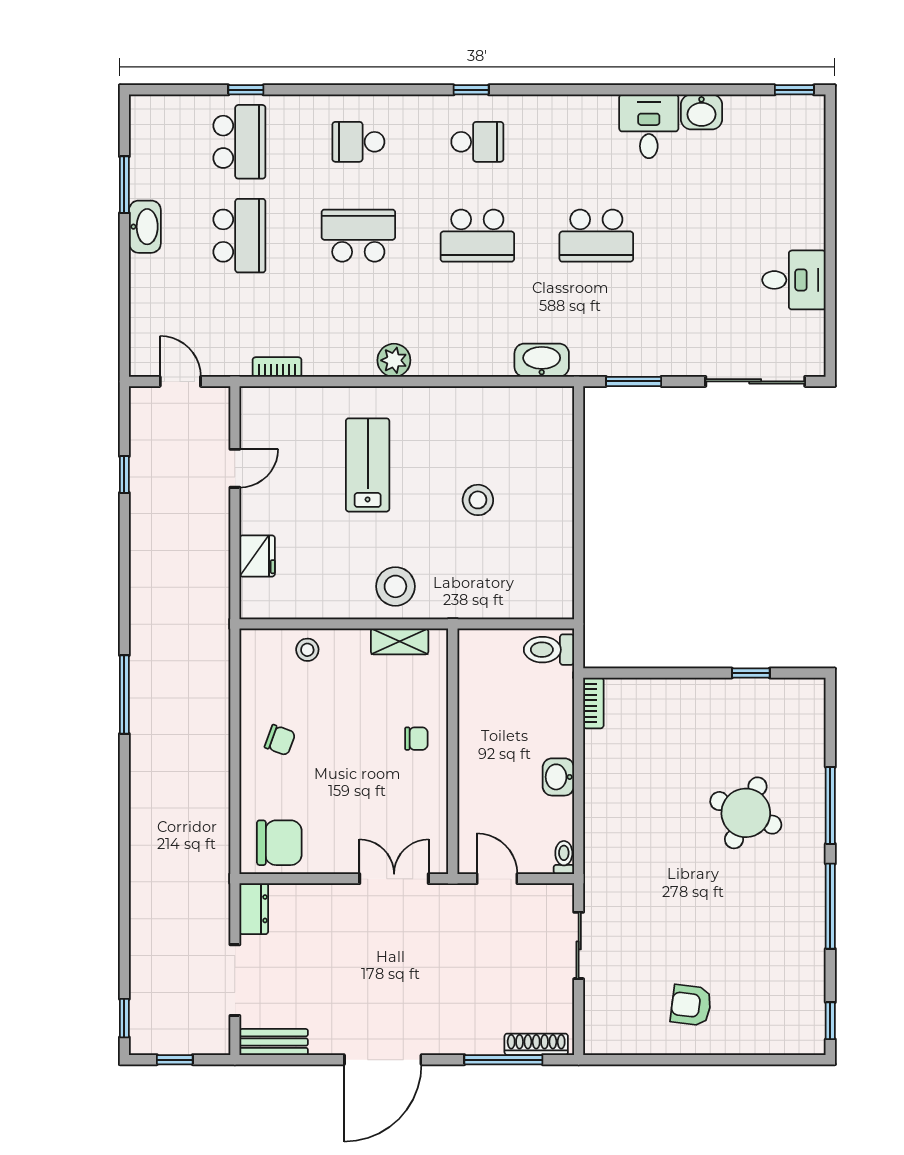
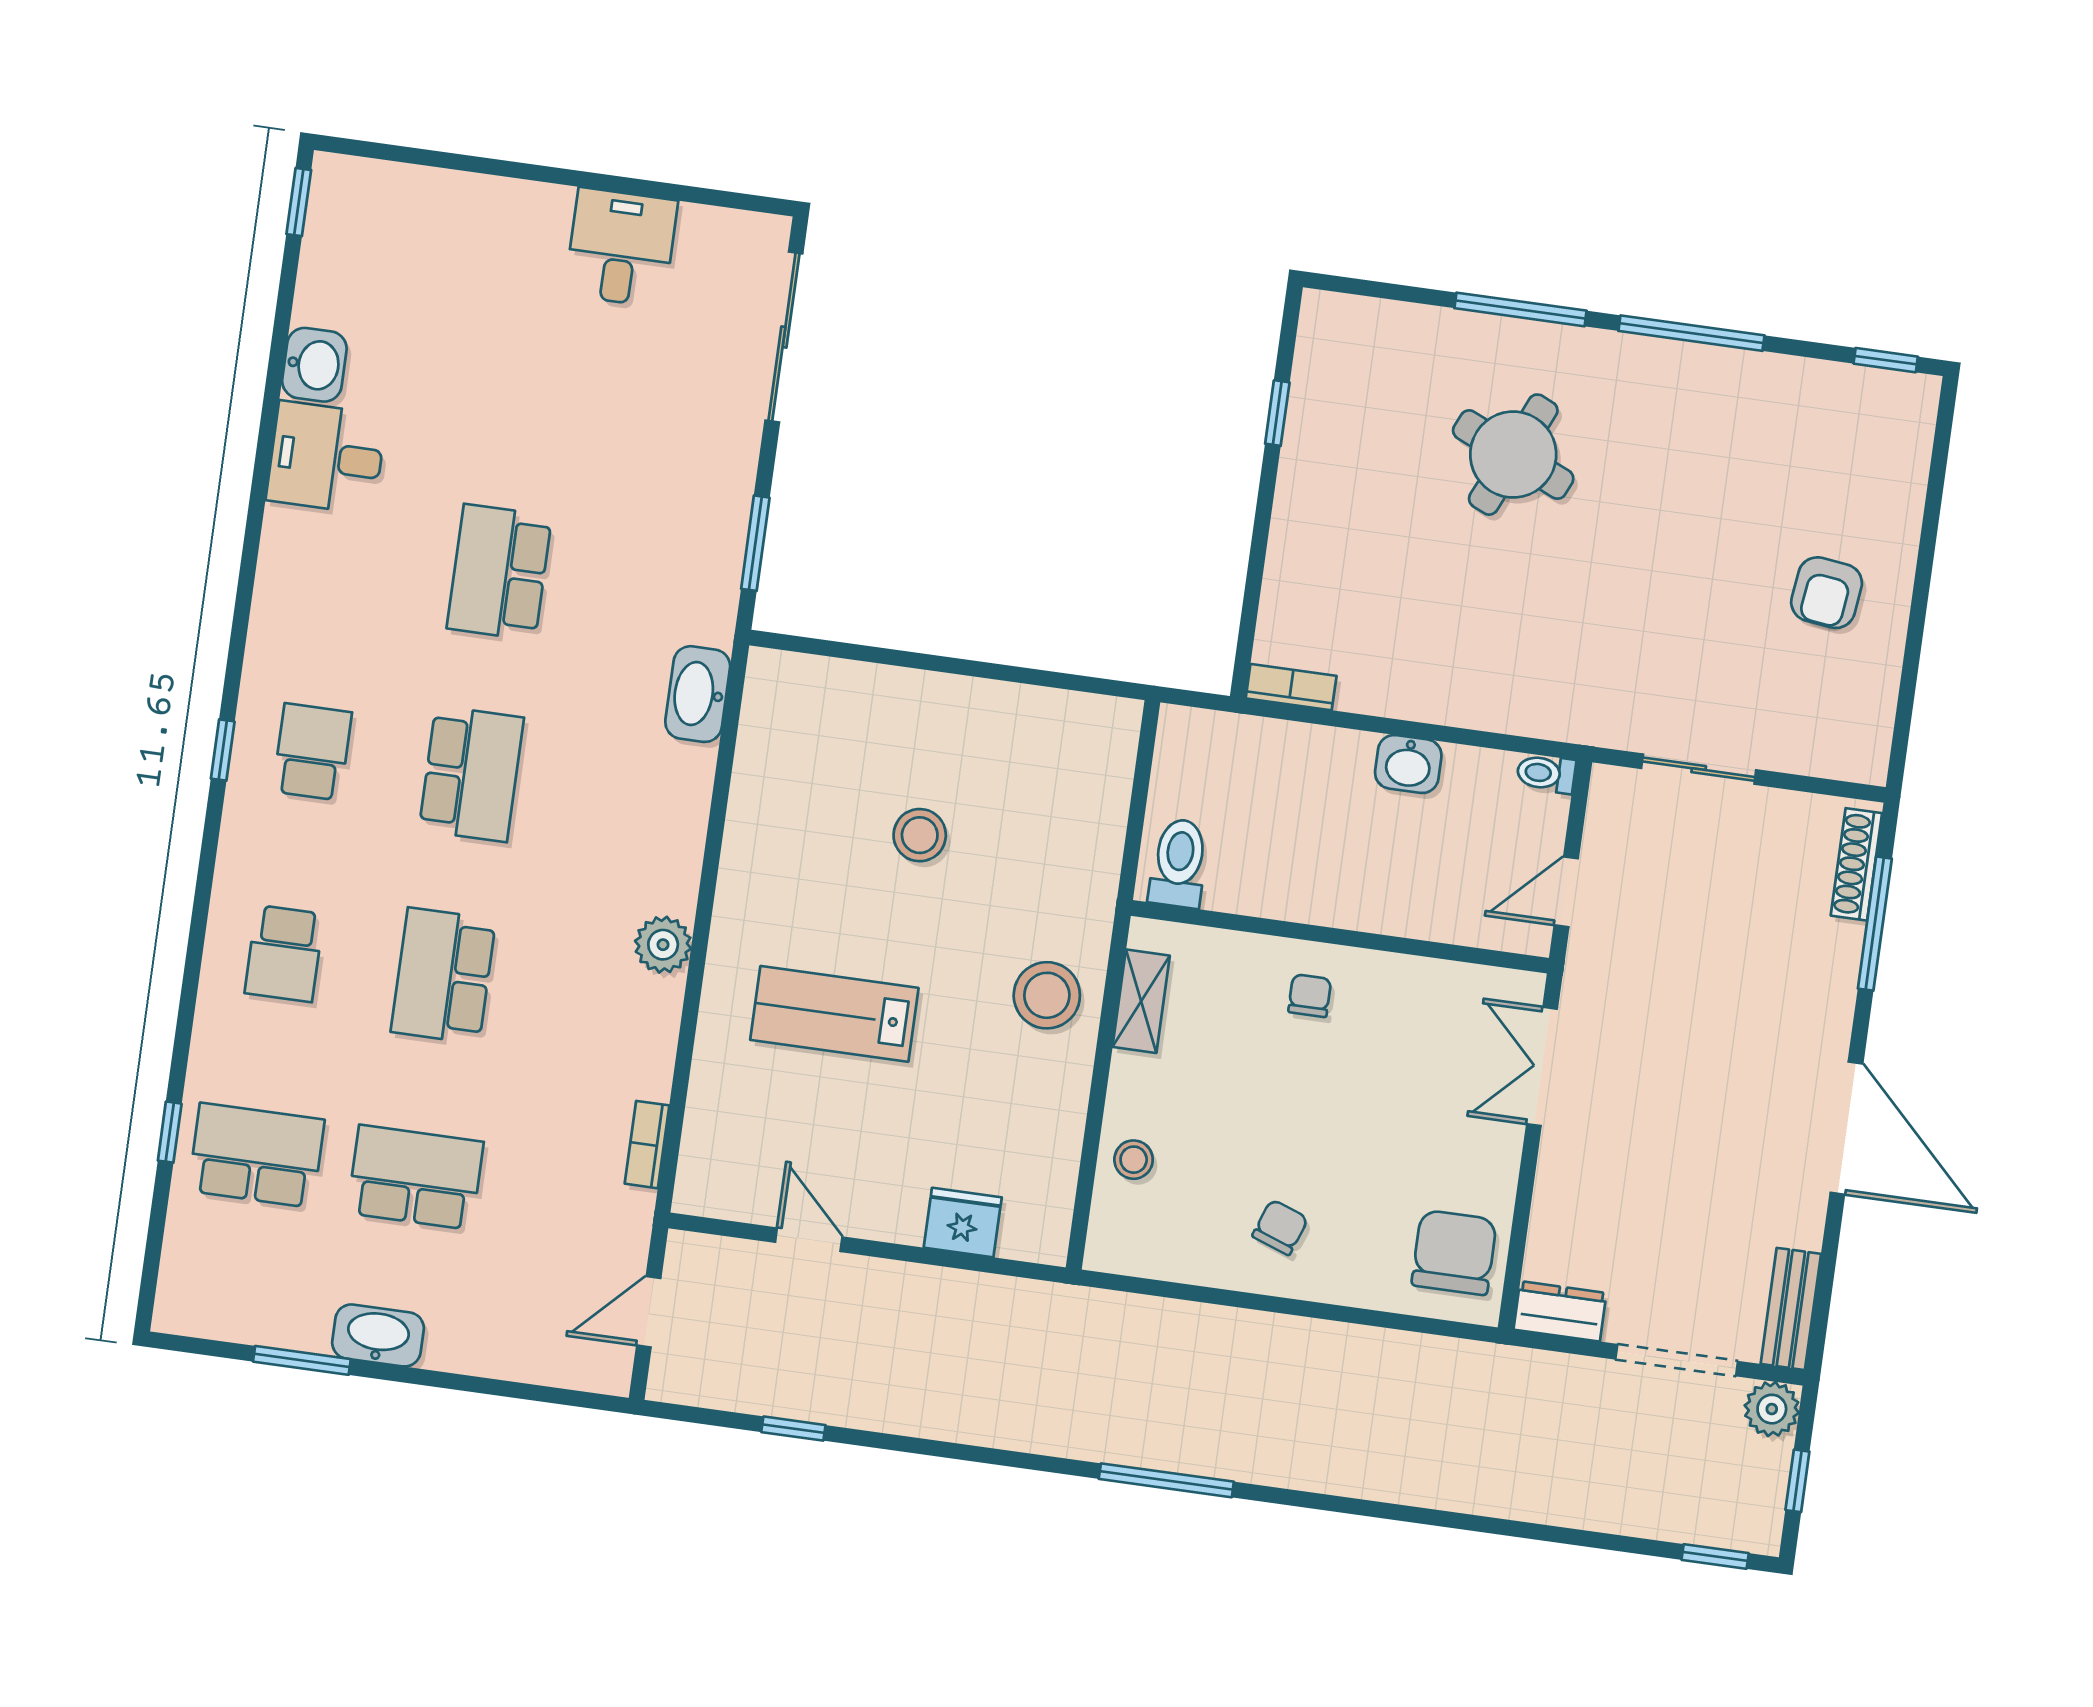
school desk: (596, 236) -> (499, 572), turned 180
toilet: (549, 650) -> (1179, 863), moved, turned 180
plant: (214, 1039) -> (1772, 1409), added

